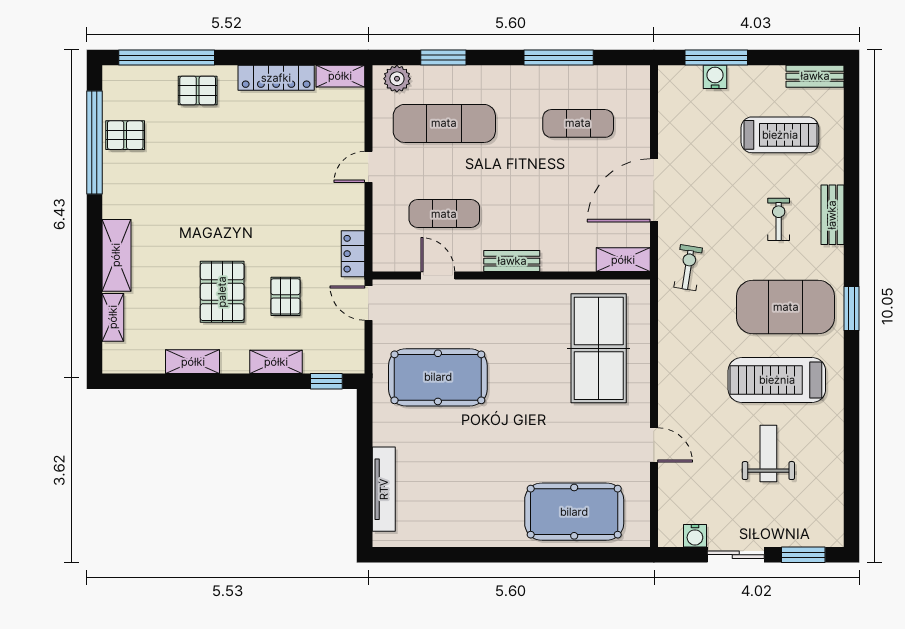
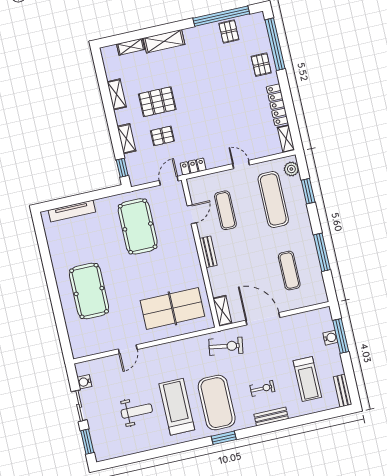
exercise bike: (688, 268) -> (226, 346), width x1.38, depth x1.39
pool table: (574, 512) -> (89, 291), moved

